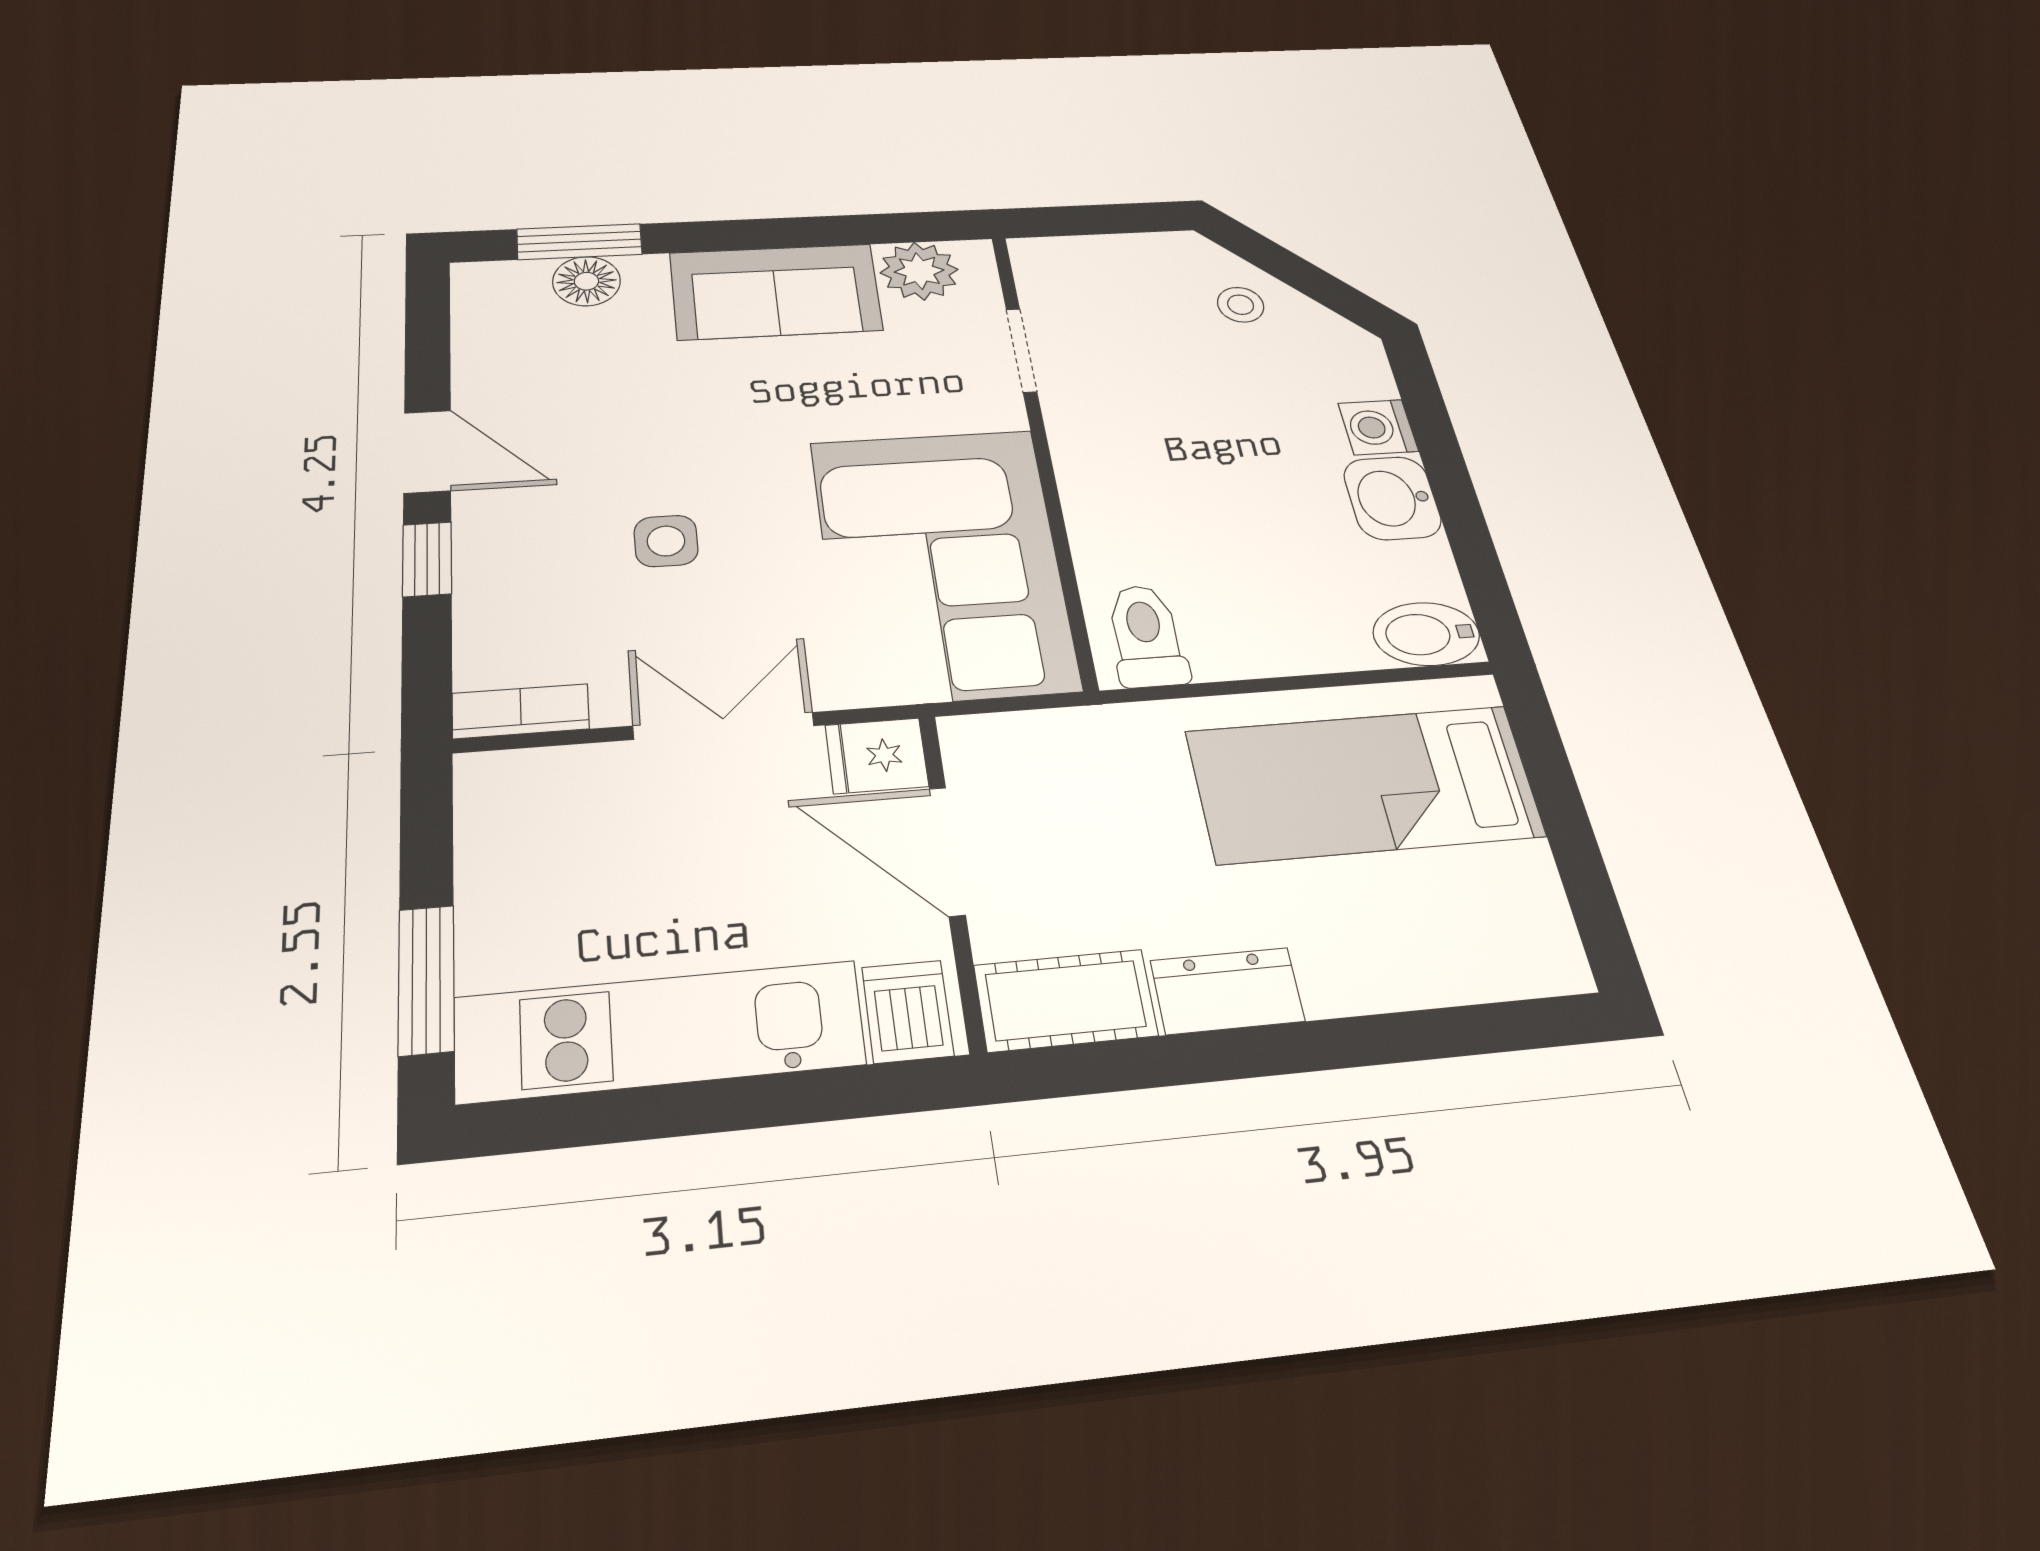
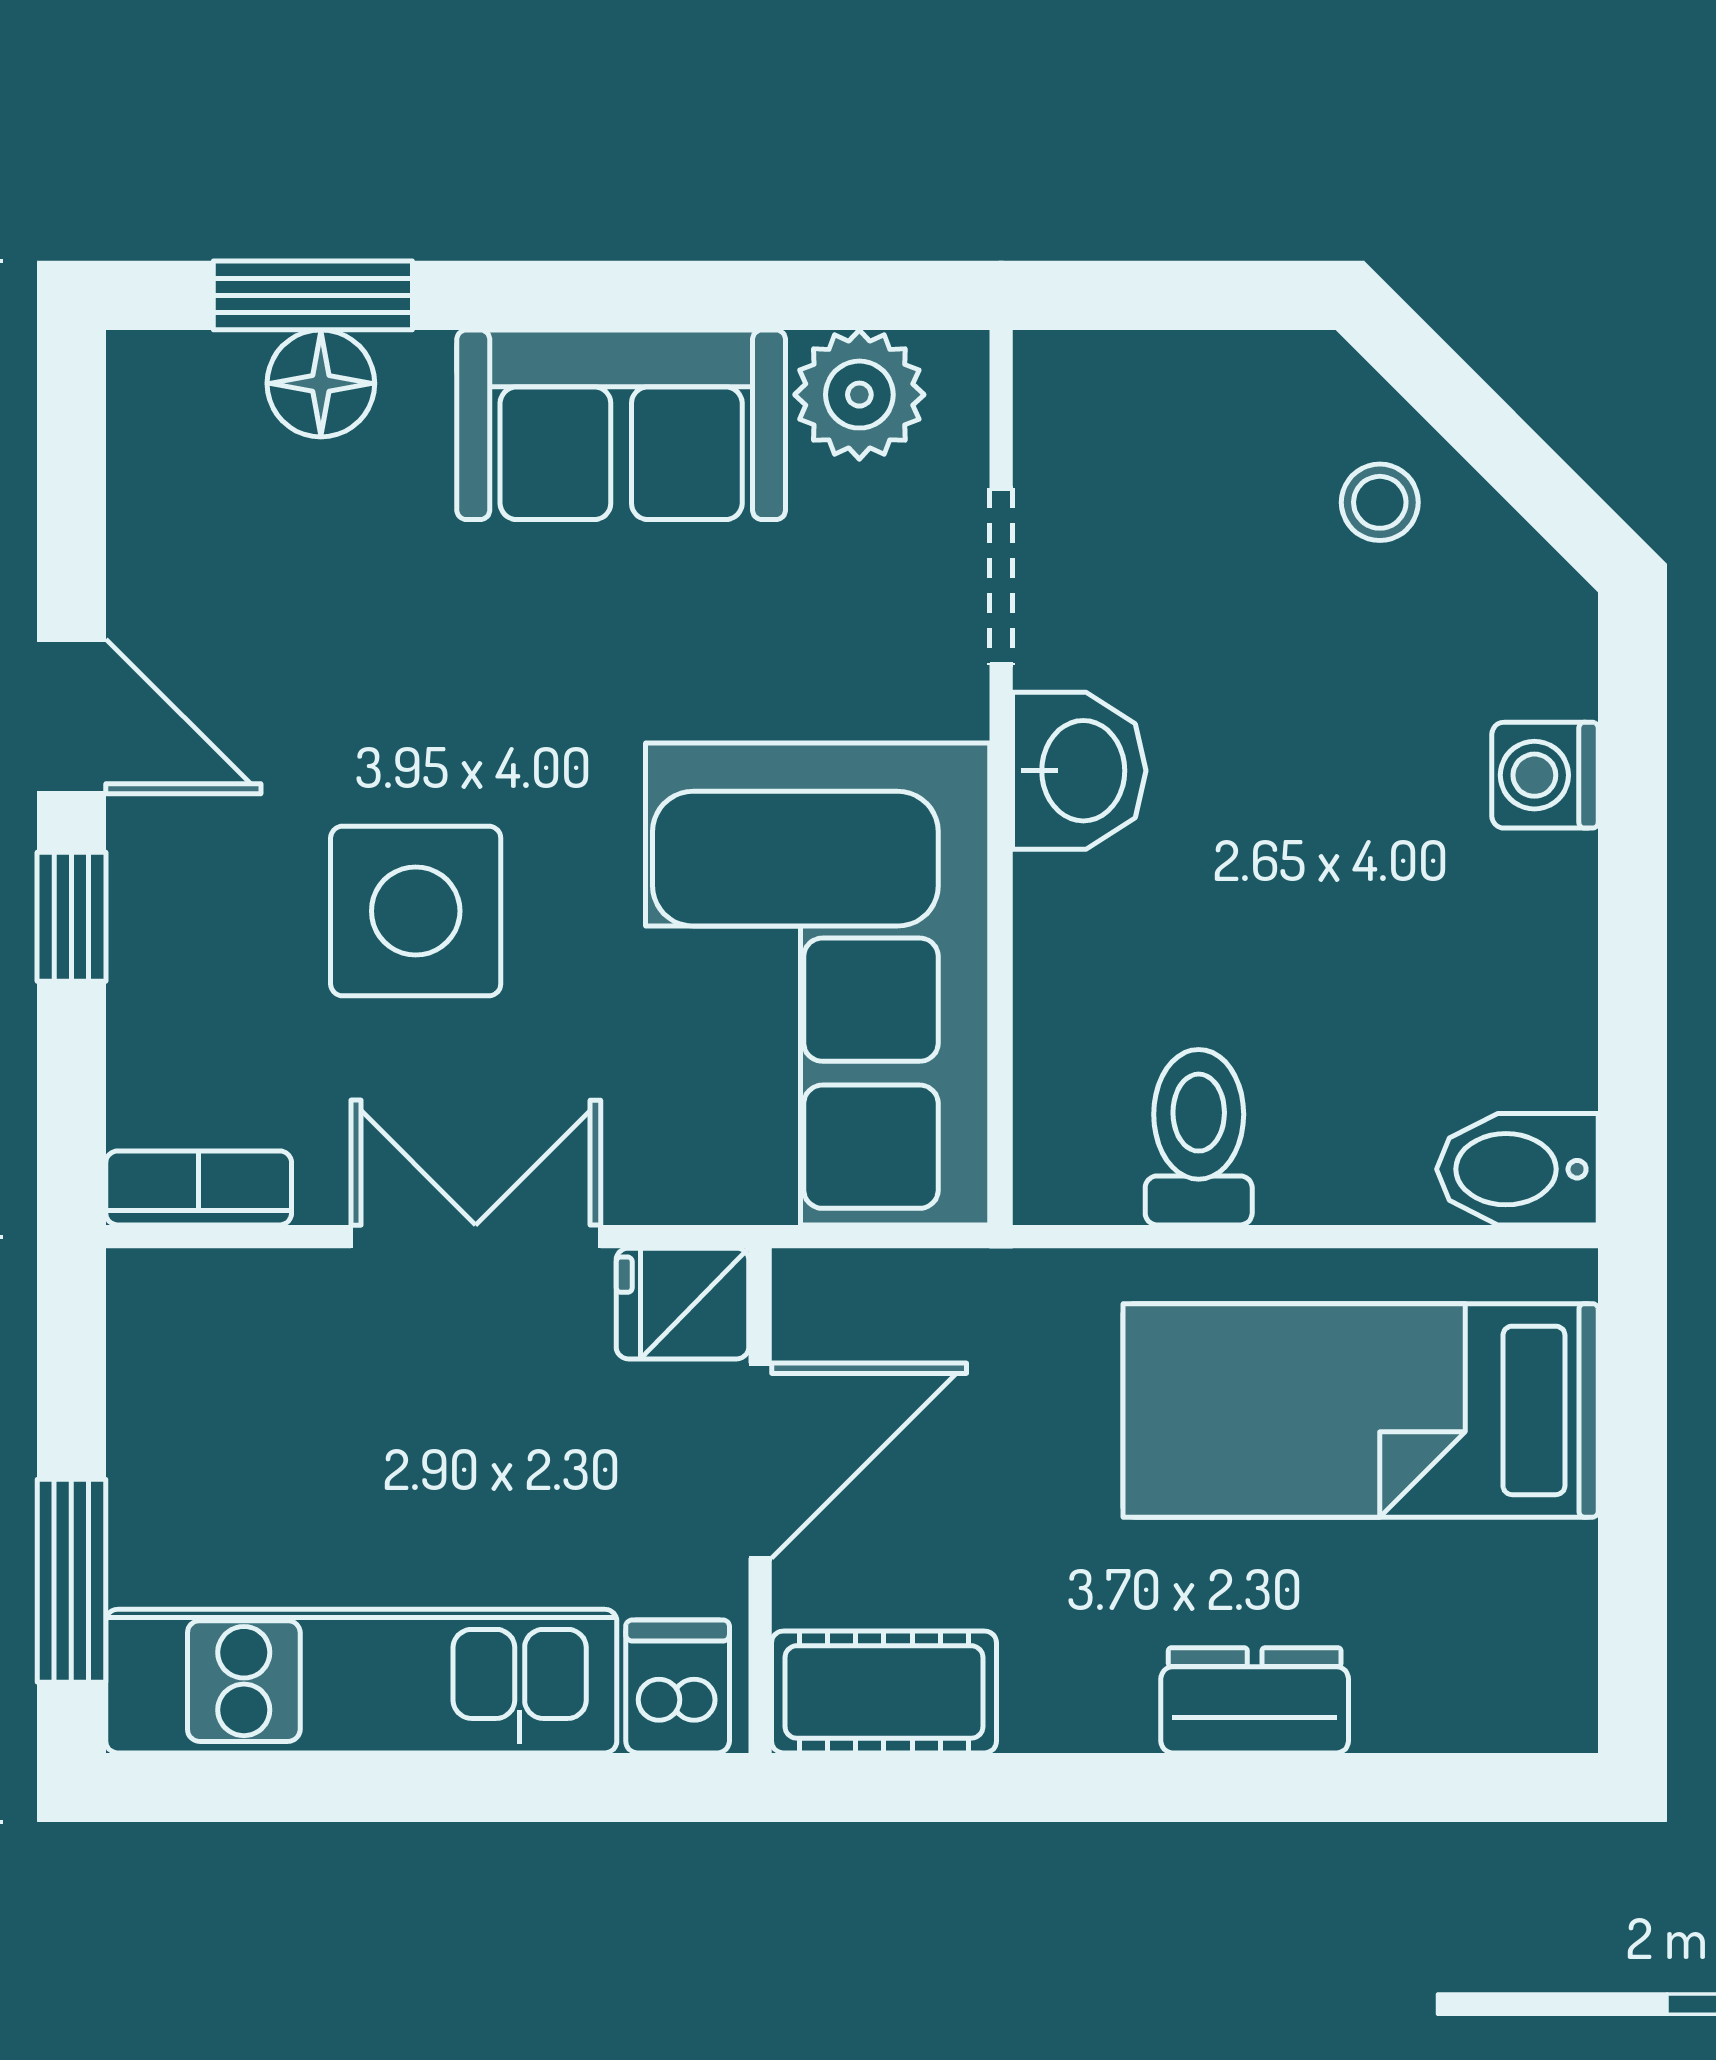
washbasin: (1392, 498) -> (1079, 771), moved, turned 180
side table: (666, 541) -> (416, 911), width x1.87, depth x1.87
toilet: (1146, 636) -> (1199, 1137), moved
door: (947, 851) -> (760, 1461), swing flipped
dresser: (1227, 991) -> (1255, 1700), moved

